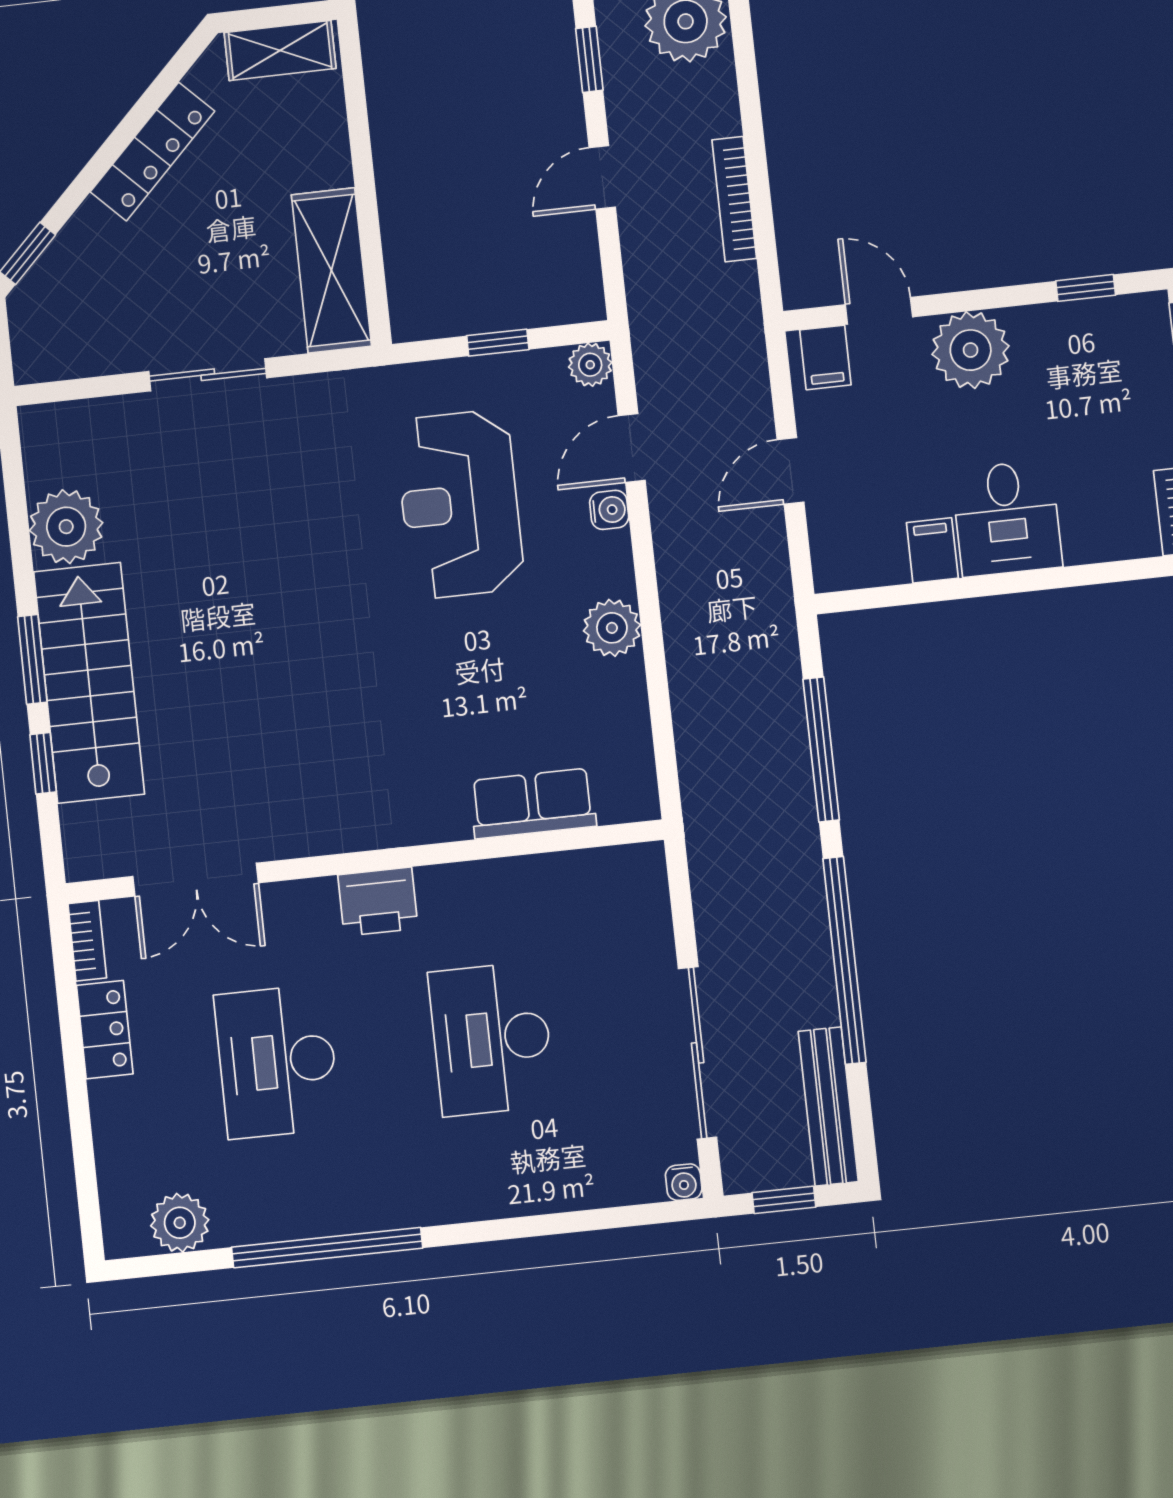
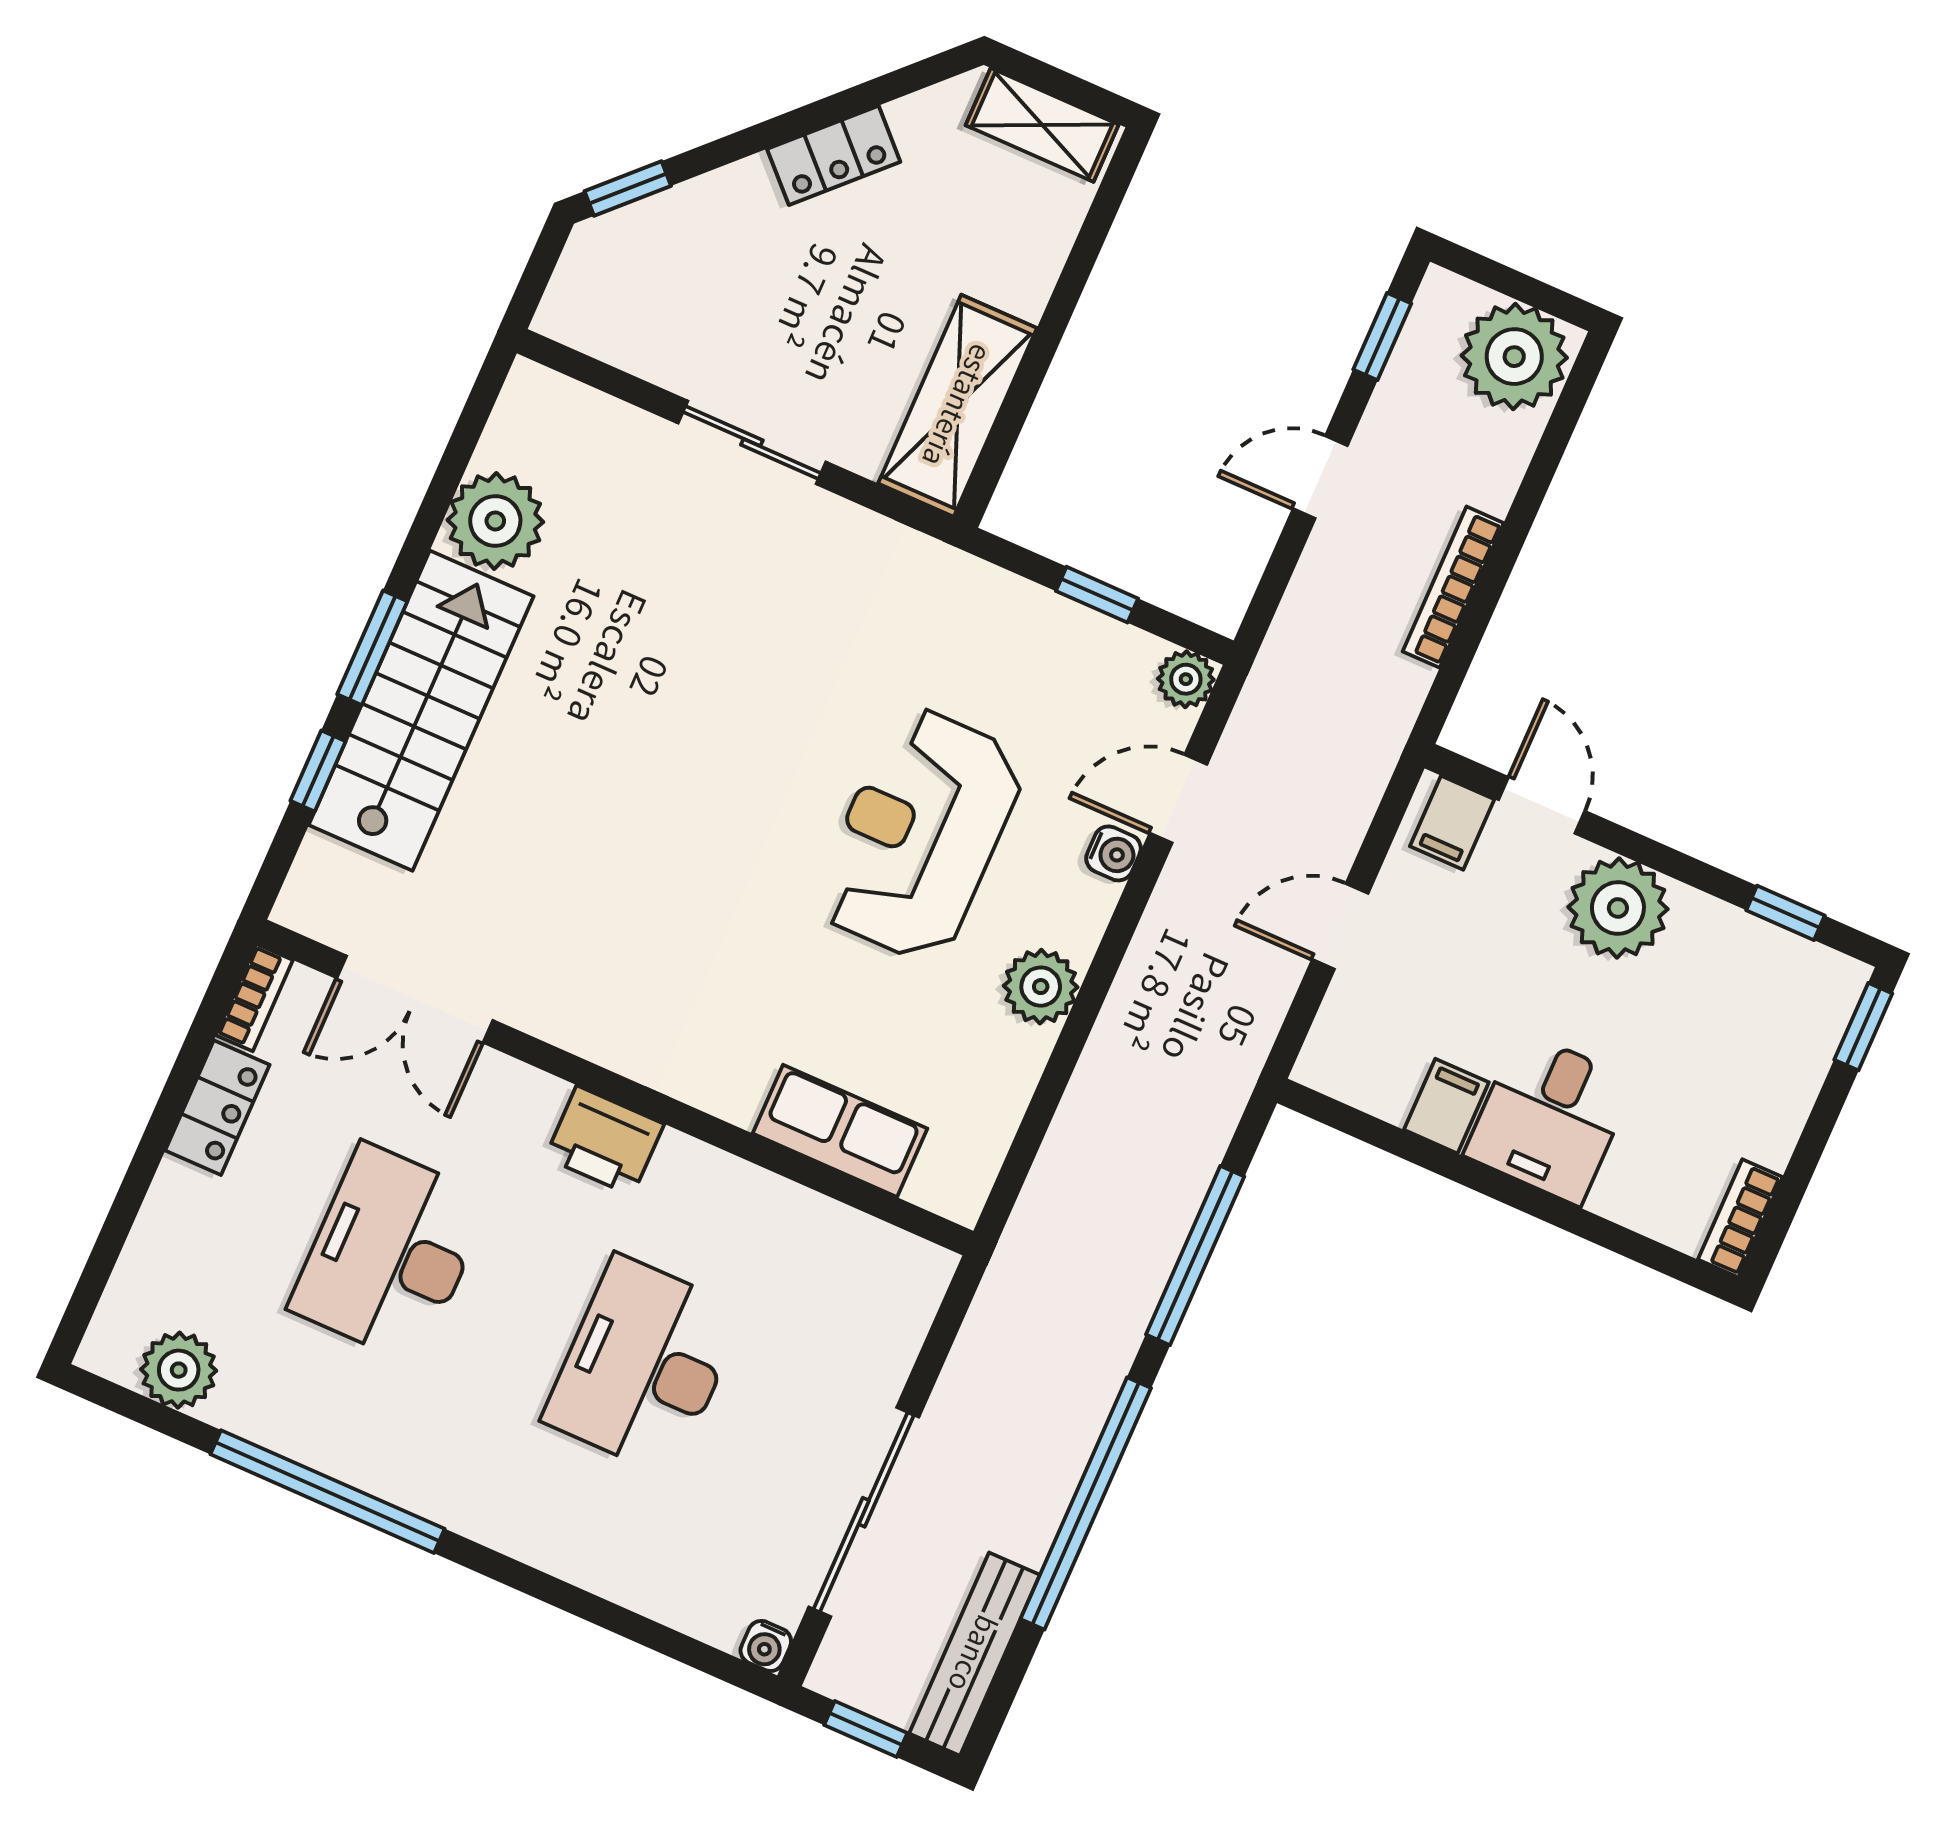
locker: (153, 152) -> (834, 155), width x0.66
reception desk: (460, 504) -> (920, 834), moved

